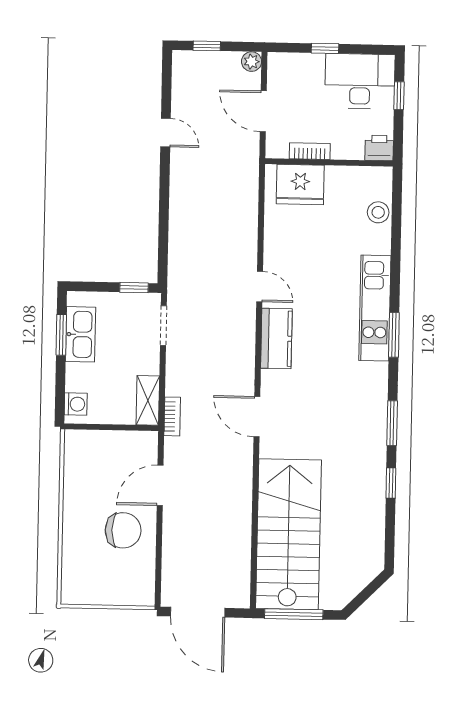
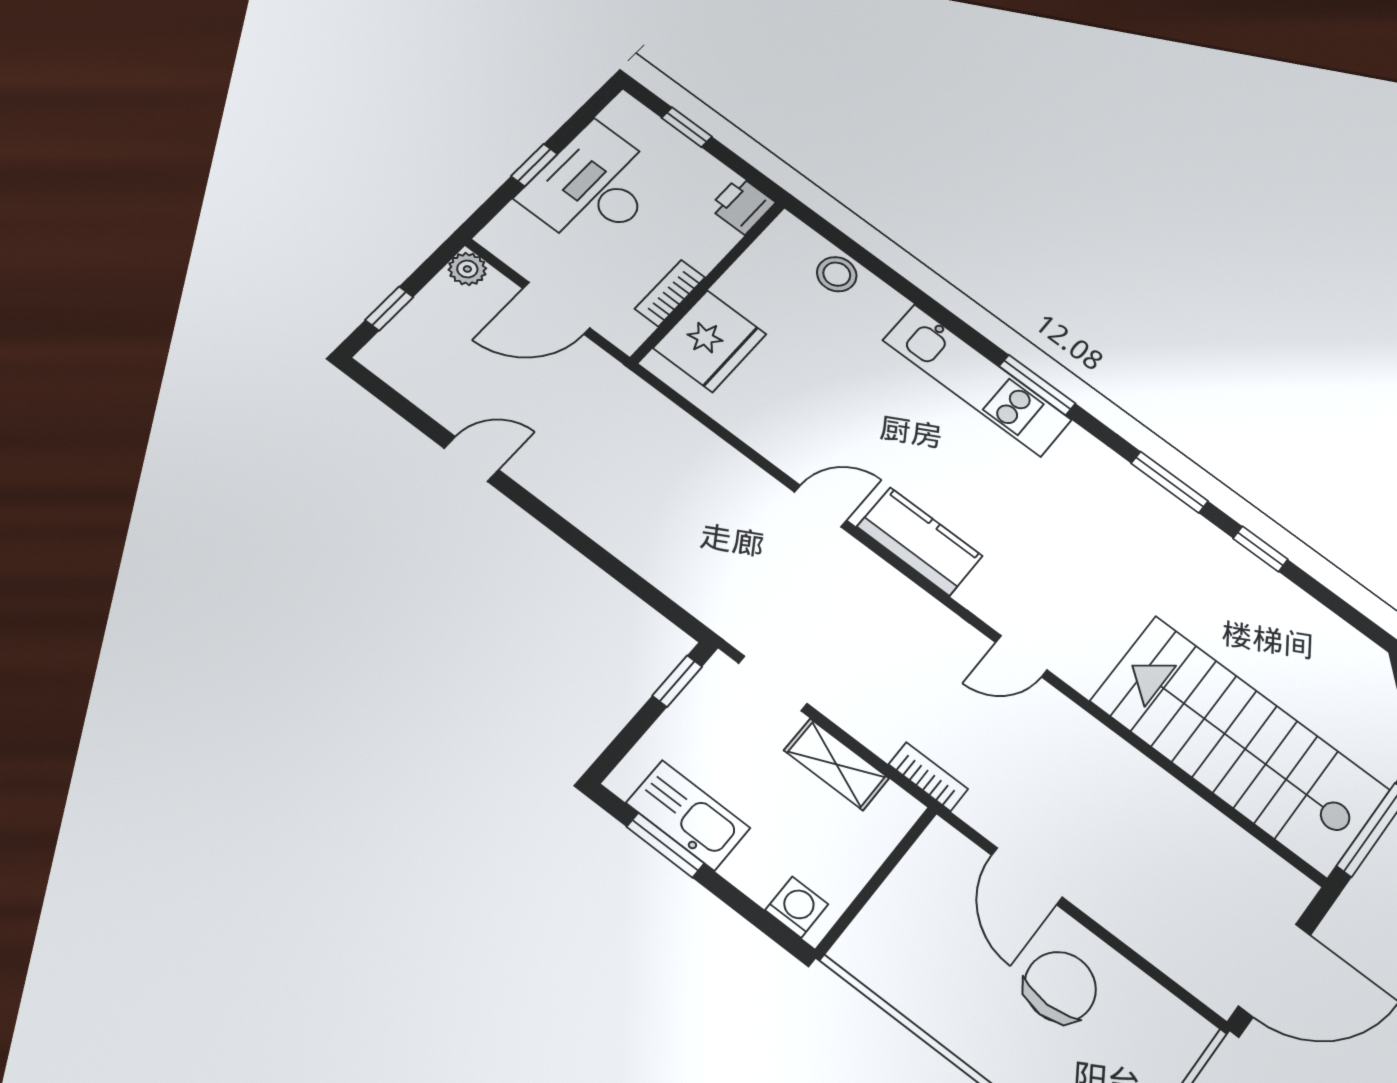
desk: (360, 81) -> (593, 187), moved
shelving: (148, 400) -> (836, 764), moved
door: (257, 417) -> (1021, 656), width x0.73

